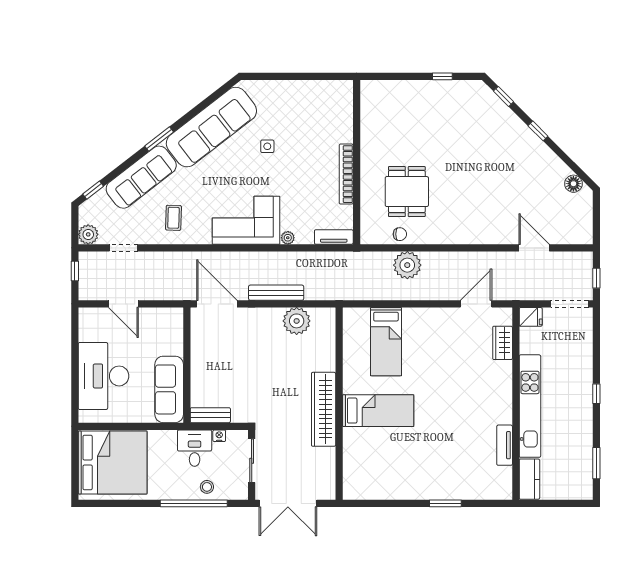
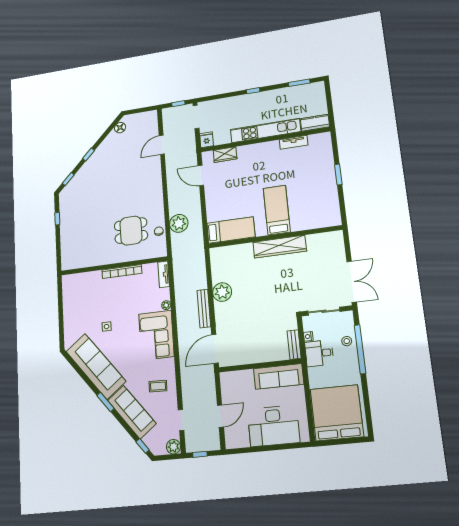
wall: (339, 404) -> (275, 237), moved
wardrobe: (324, 409) -> (280, 247), moved
bed: (378, 411) -> (277, 210), moved

